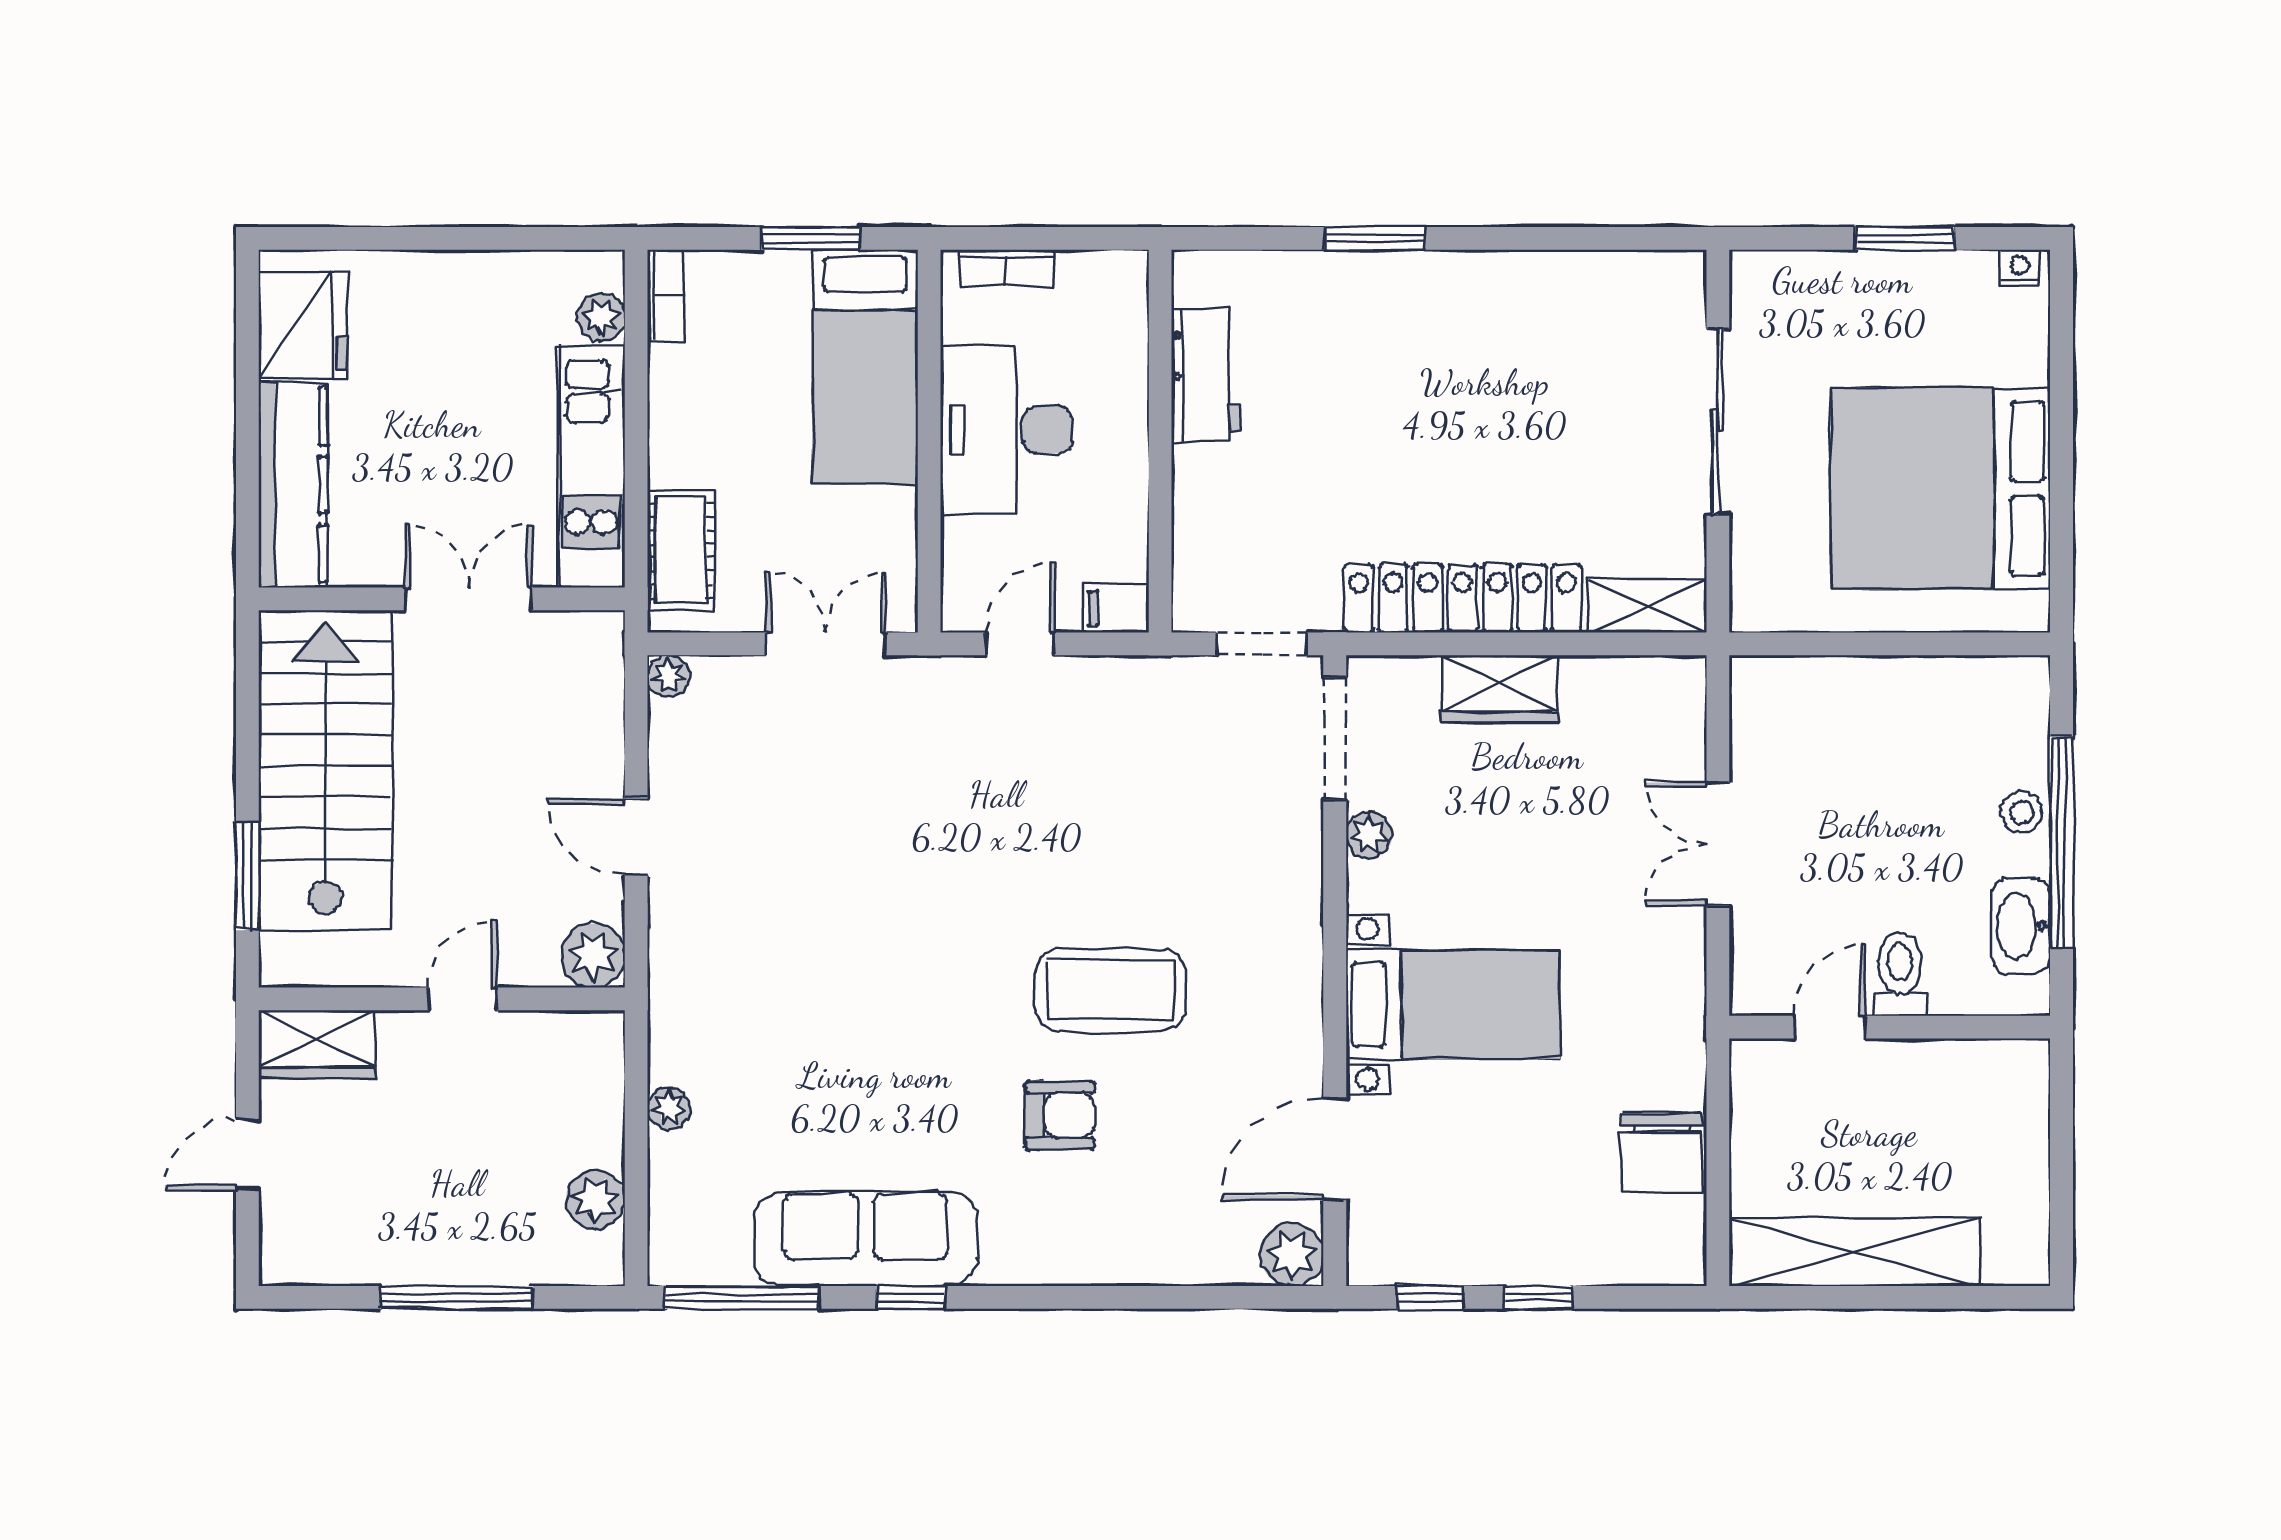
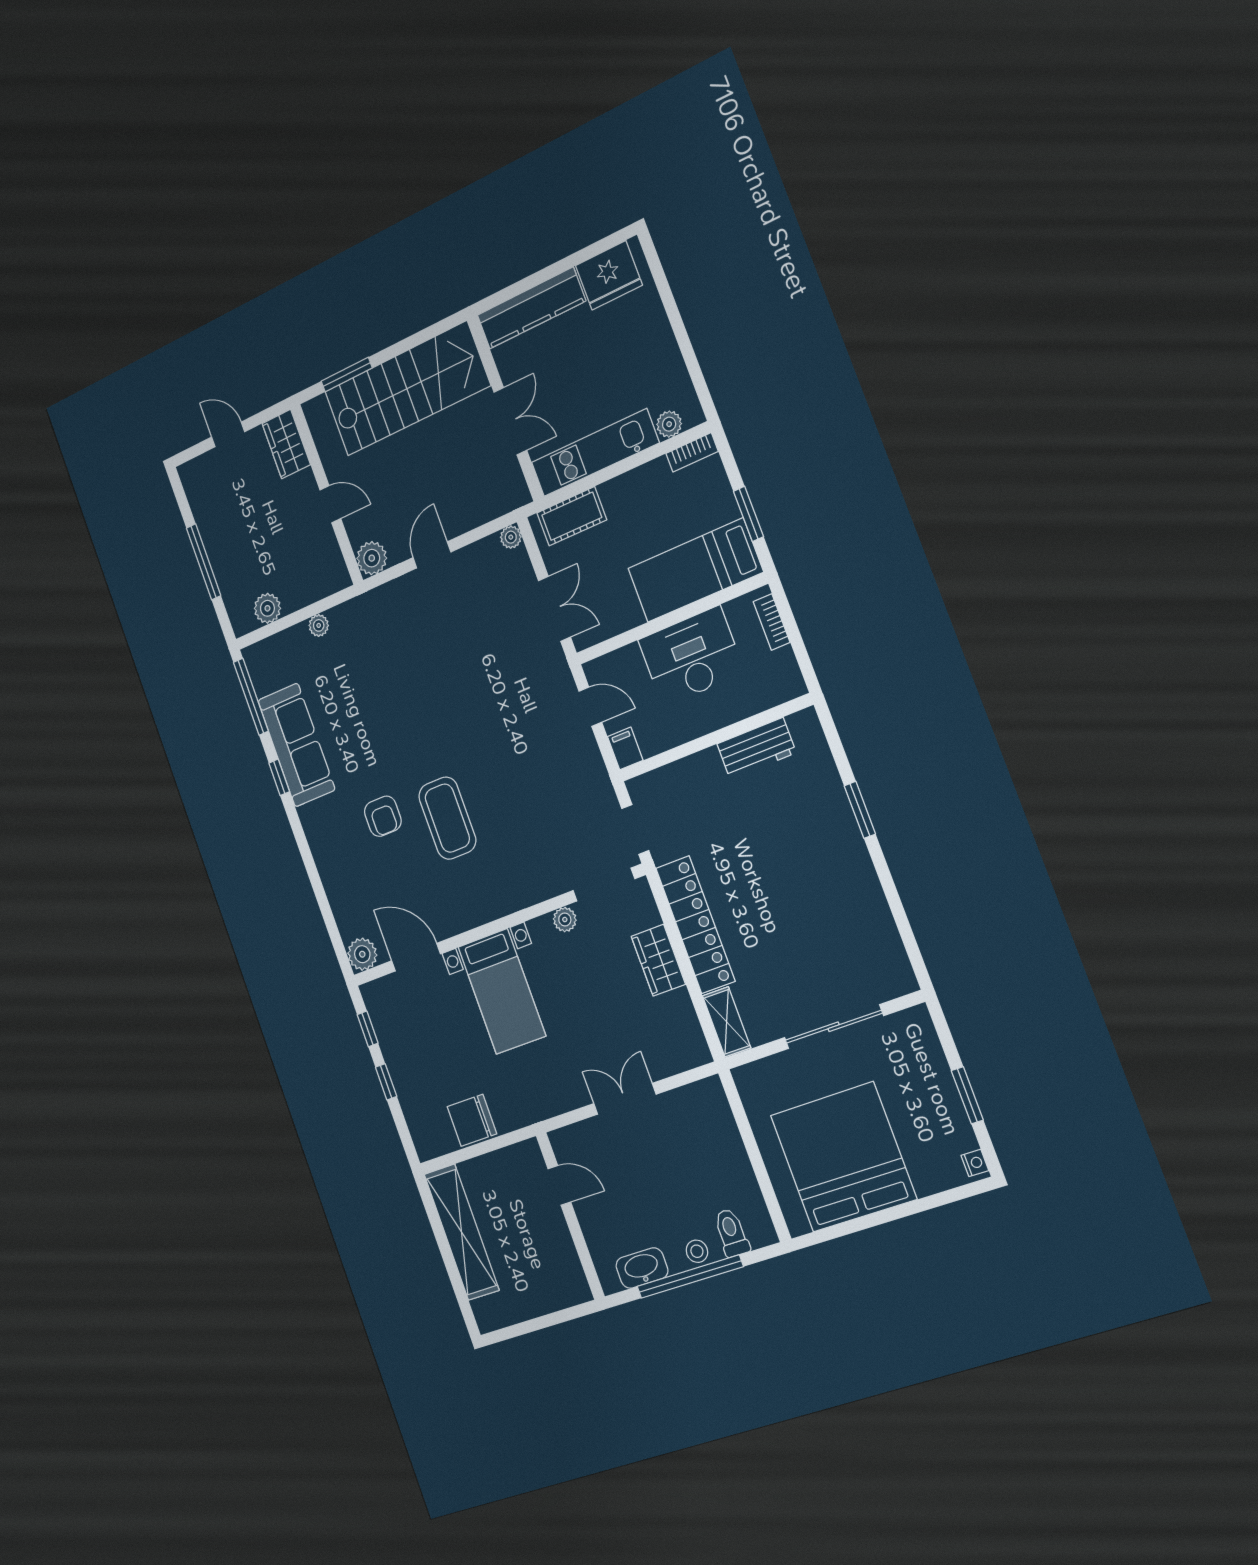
toilet: (1900, 974) -> (731, 1233), moved, turned -90

